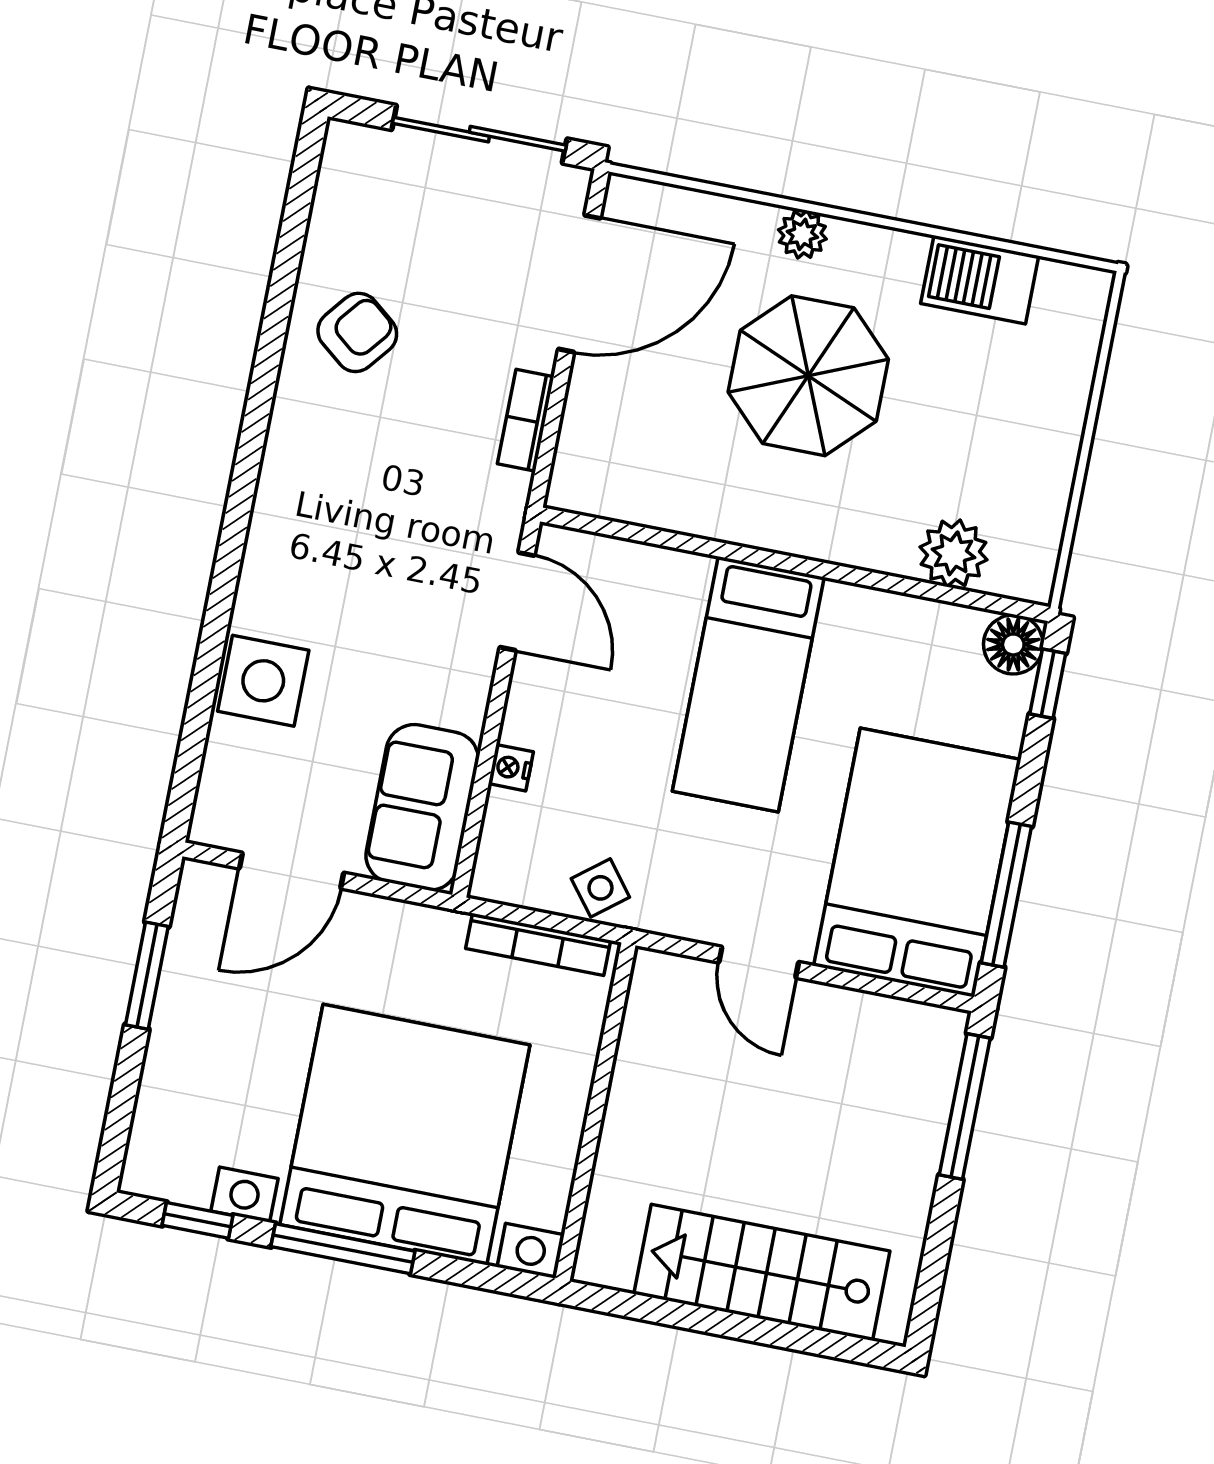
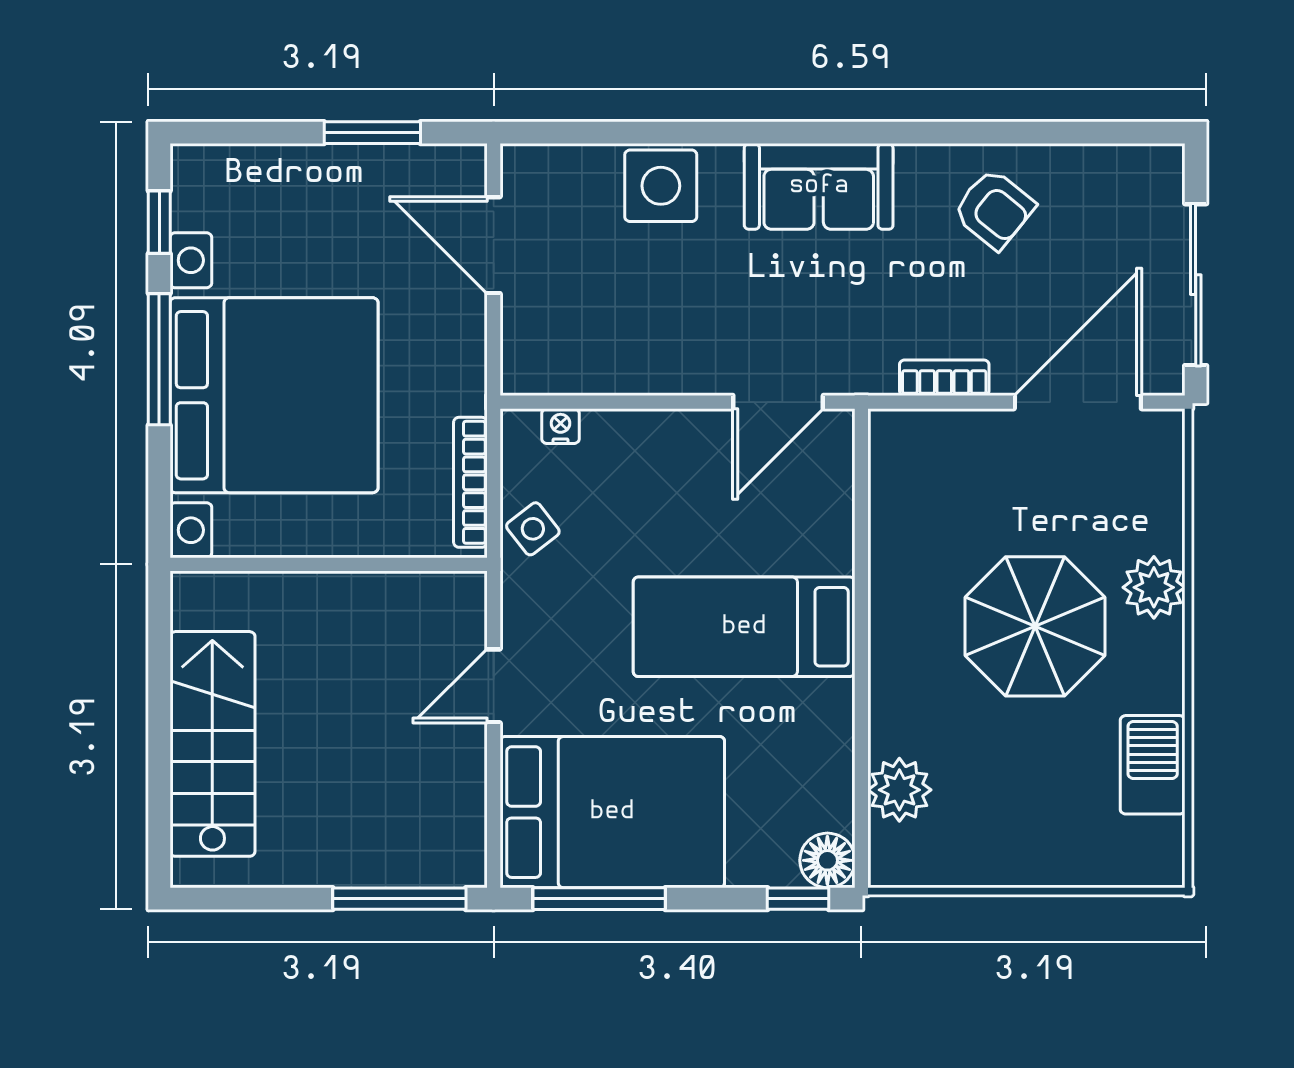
plant: (802, 234) -> (1154, 587), width x1.38, depth x1.38
door: (579, 284) -> (1078, 402), swing flipped
nightstand: (511, 768) -> (560, 426), moved
sofa: (422, 807) -> (819, 186), moved, turned 180

